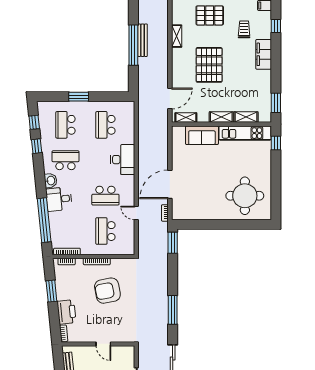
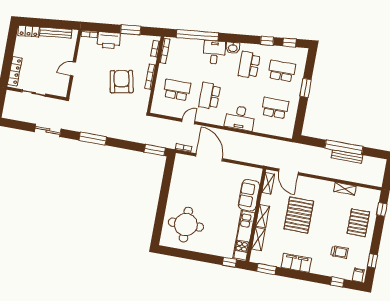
filing cabinet: (264, 54) -> (296, 263), moved
pallet: (209, 65) -> (299, 215), moved, turned 90
school desk: (65, 160) -> (249, 65), turned 180

